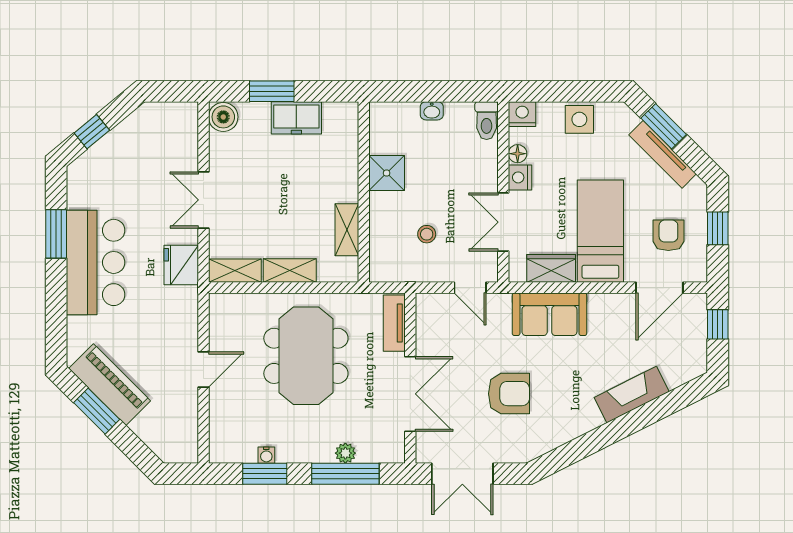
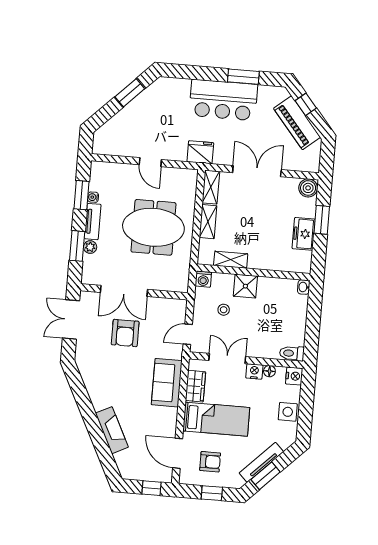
washbasin: (432, 111) -> (304, 287), moved
window: (664, 126) -> (266, 476), moved
shower: (387, 173) -> (245, 286), moved
double door: (203, 200) -> (257, 171), width x1.37
fridge: (181, 265) -> (200, 152), moved
washing machine: (381, 270) -> (203, 279), added
tv unit: (394, 323) -> (93, 222), moved, turned 90
piano: (110, 385) -> (297, 123), moved, turned 95
armchair: (509, 394) -> (125, 333), moved
window: (345, 474) -> (77, 246), width x0.69

